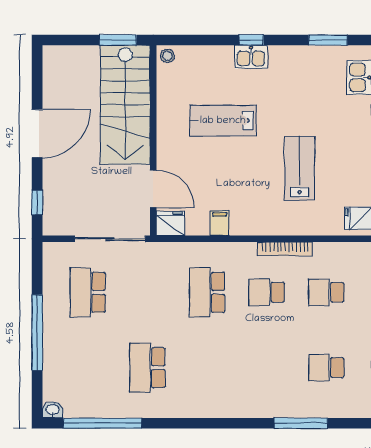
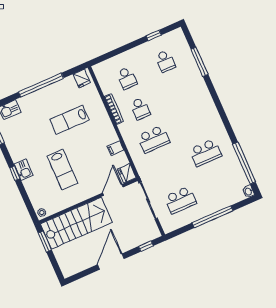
door: (37, 133) -> (111, 262), hinge flipped

